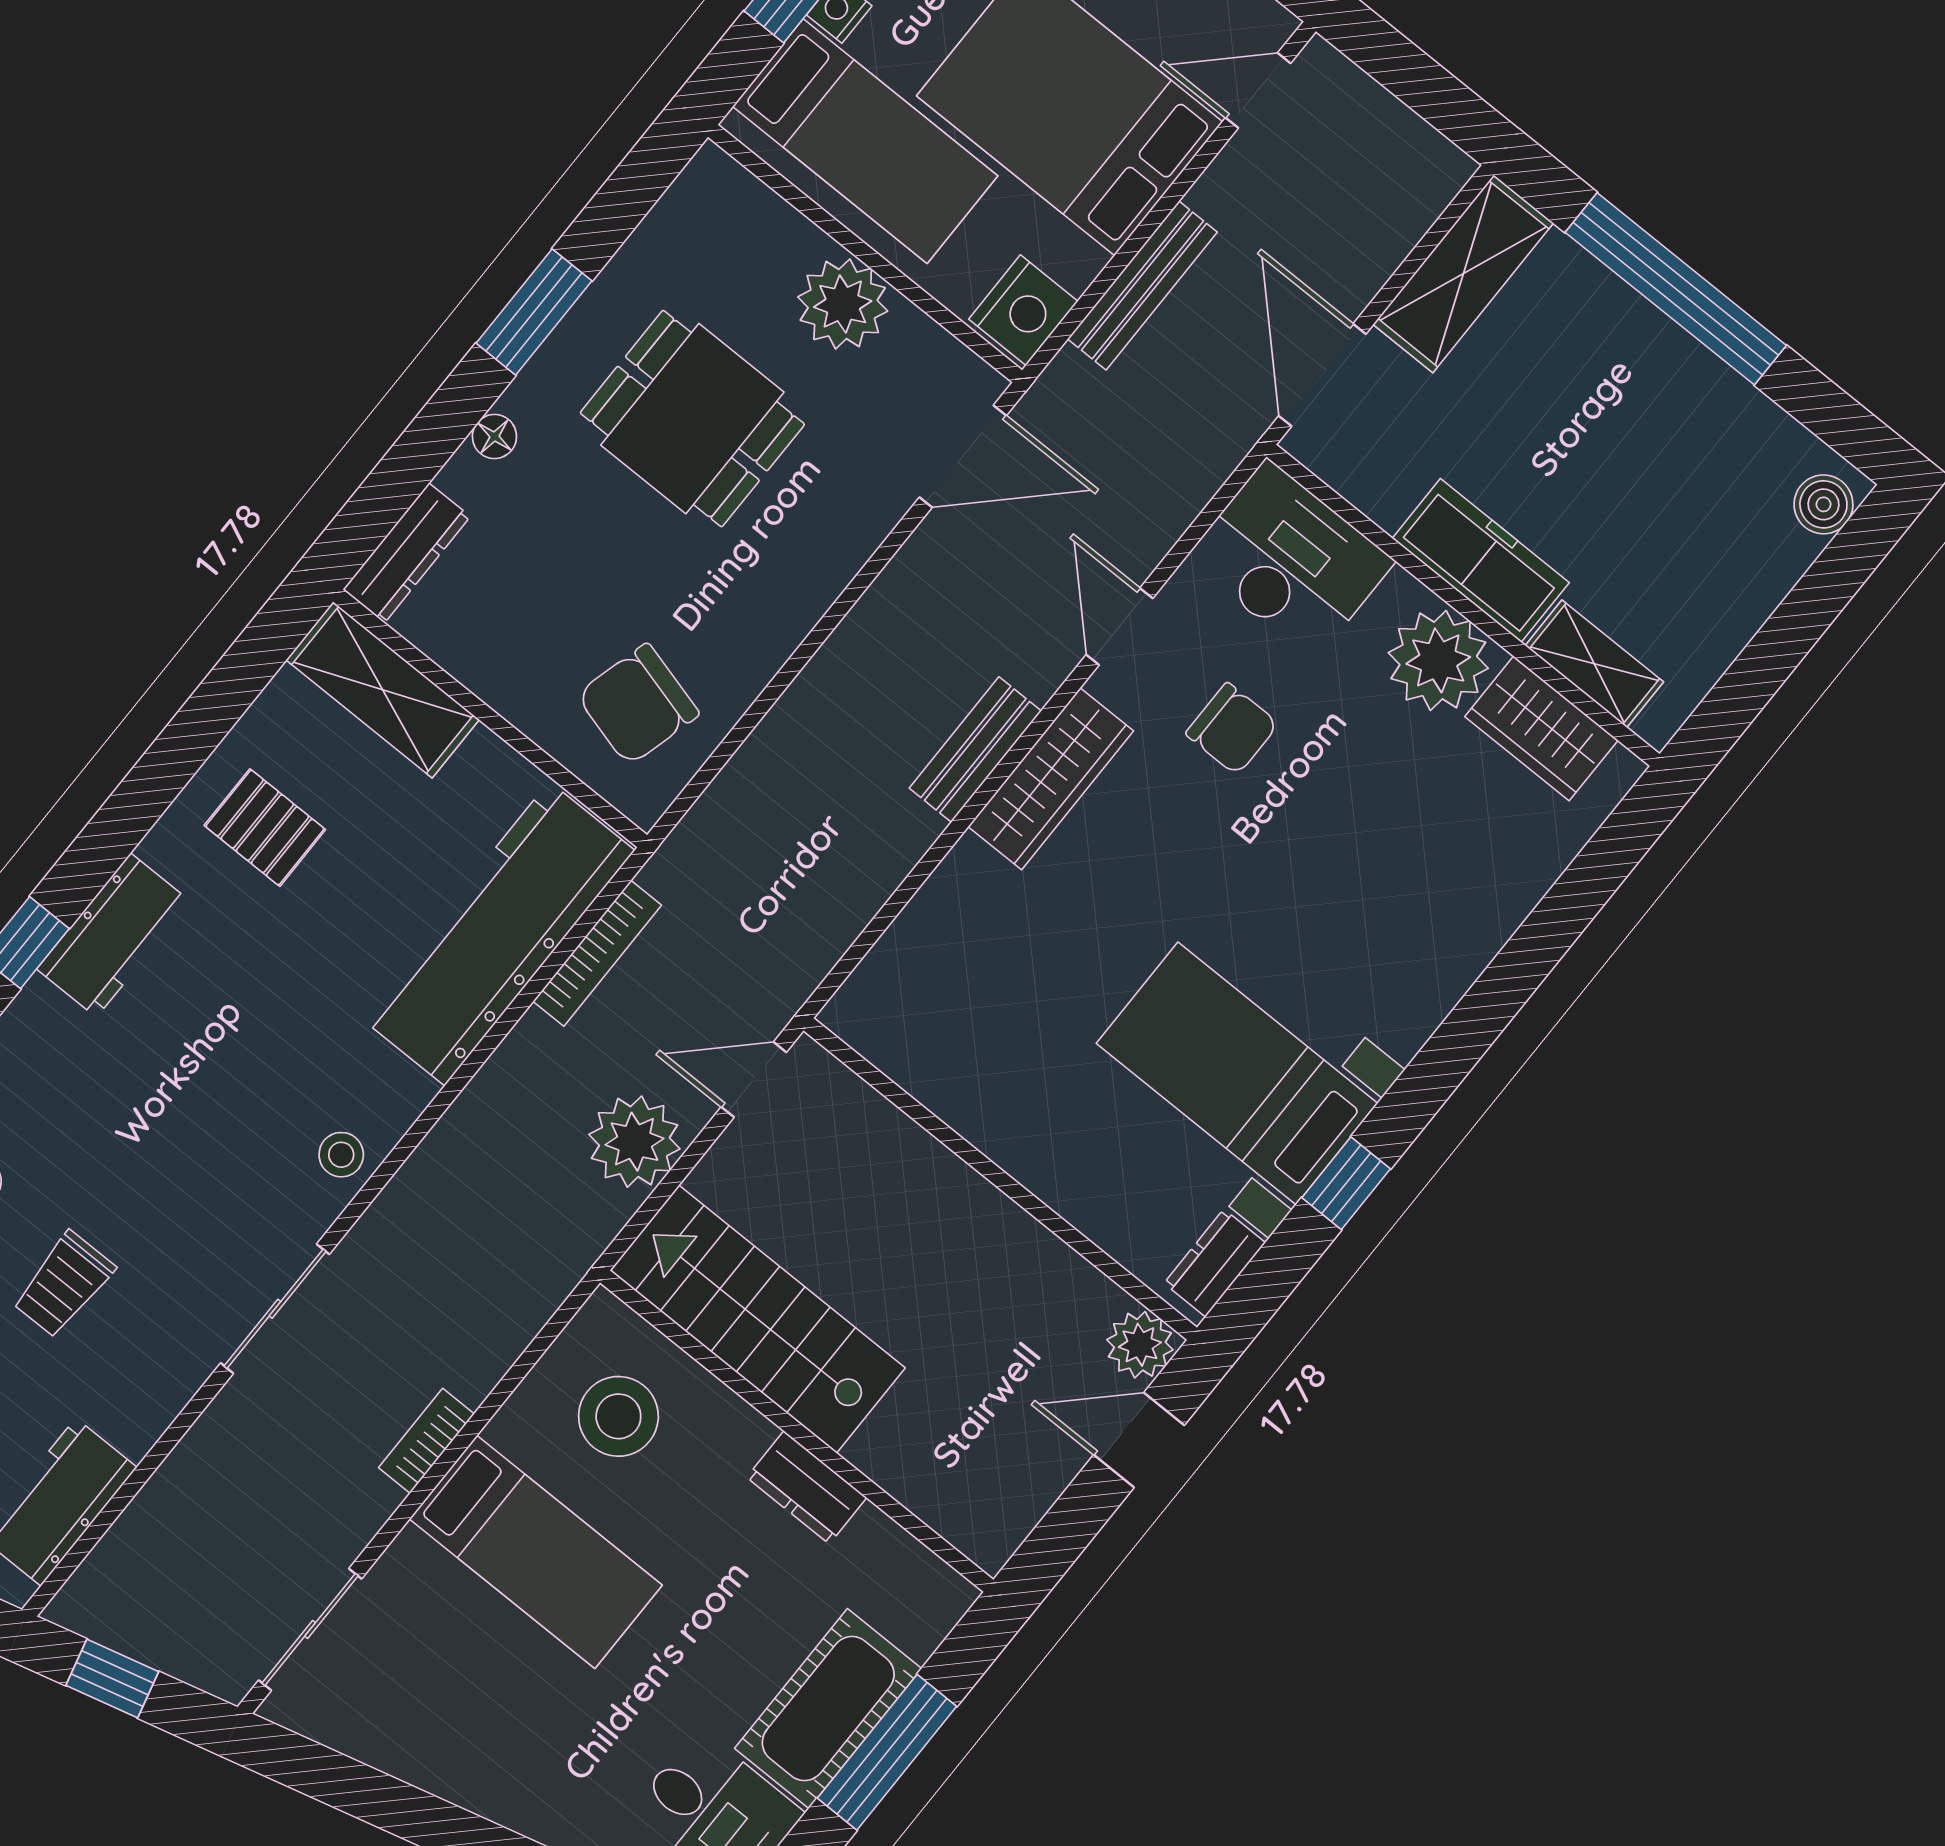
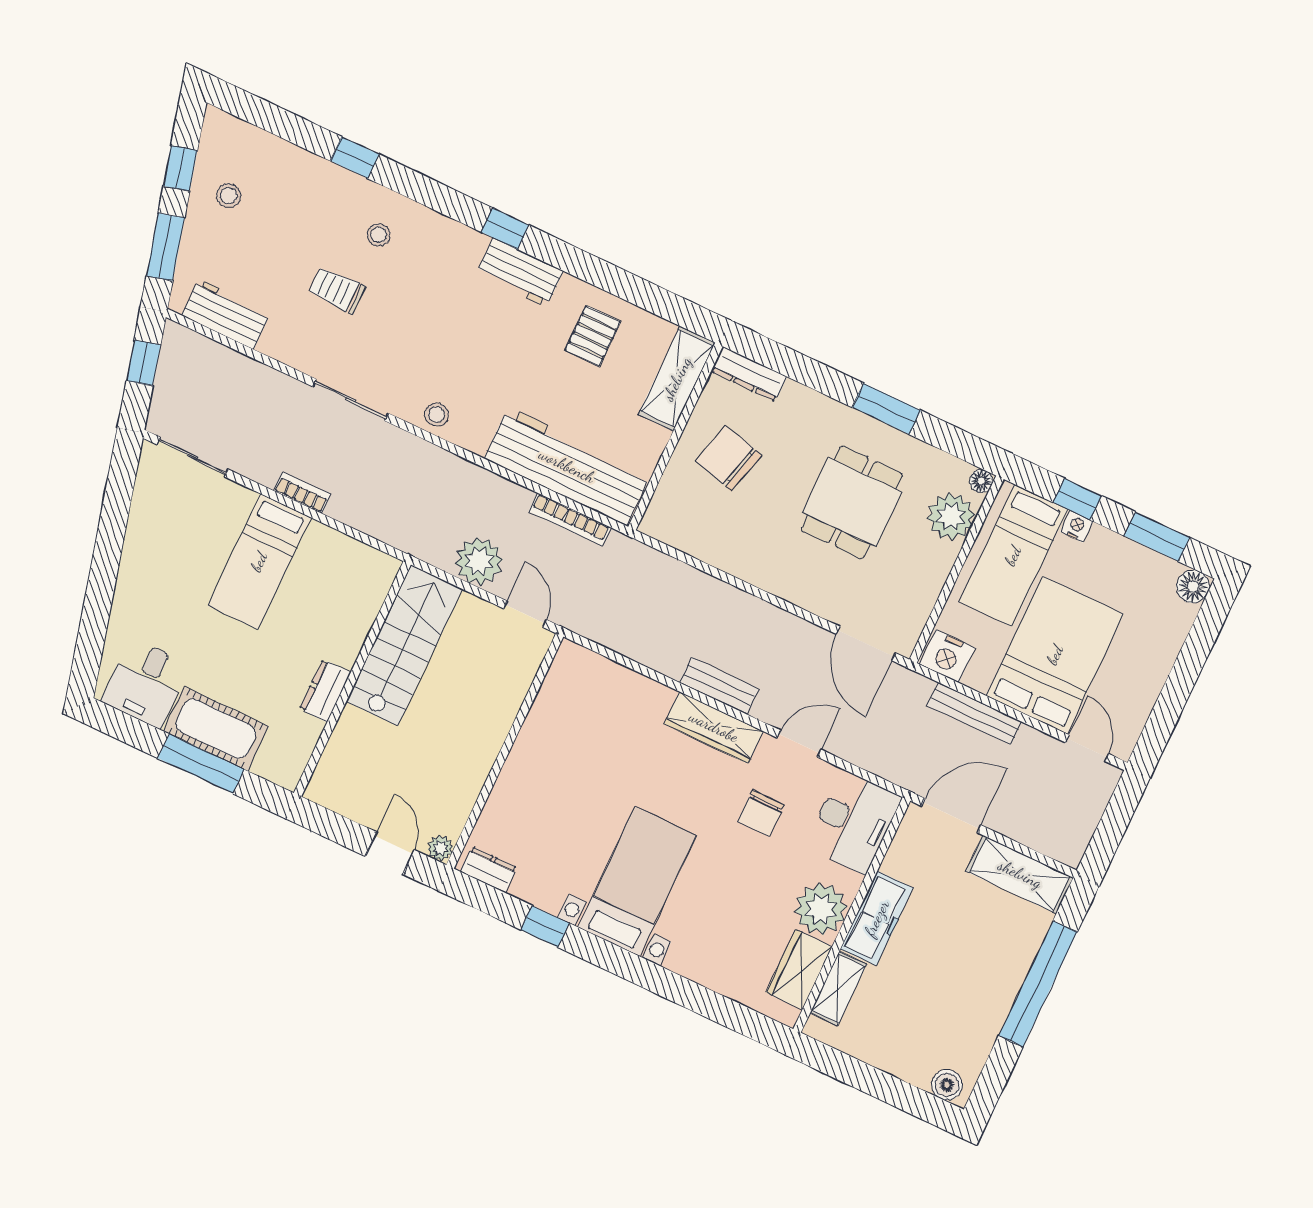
plant: (843, 304) -> (951, 516), moved
floor lamp: (494, 436) -> (981, 481), moved
chair: (638, 704) -> (729, 458), moved
bed with nightstands: (1237, 1073) -> (637, 881), moved
plant: (1140, 1345) -> (440, 848), width x0.73, depth x0.73
stool: (618, 1416) -> (338, 587), removed

